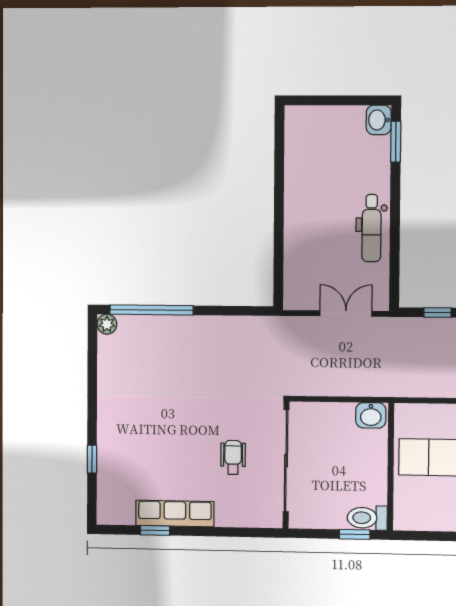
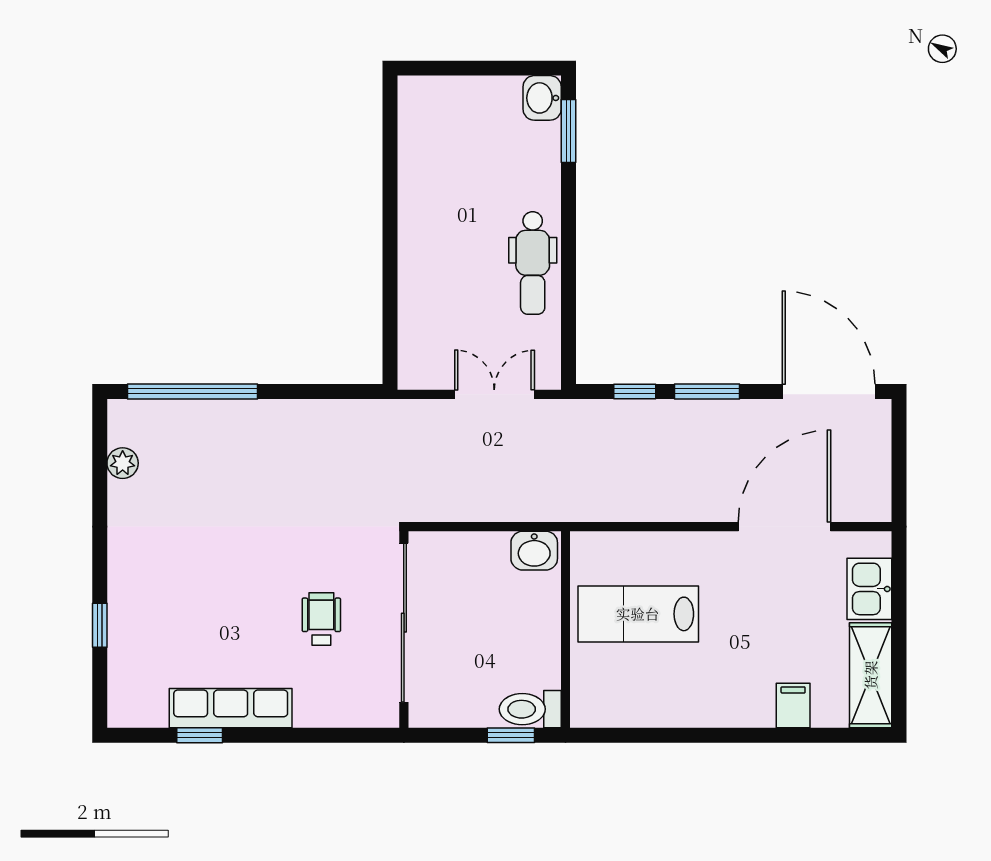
plant: (107, 324) -> (123, 463), moved

